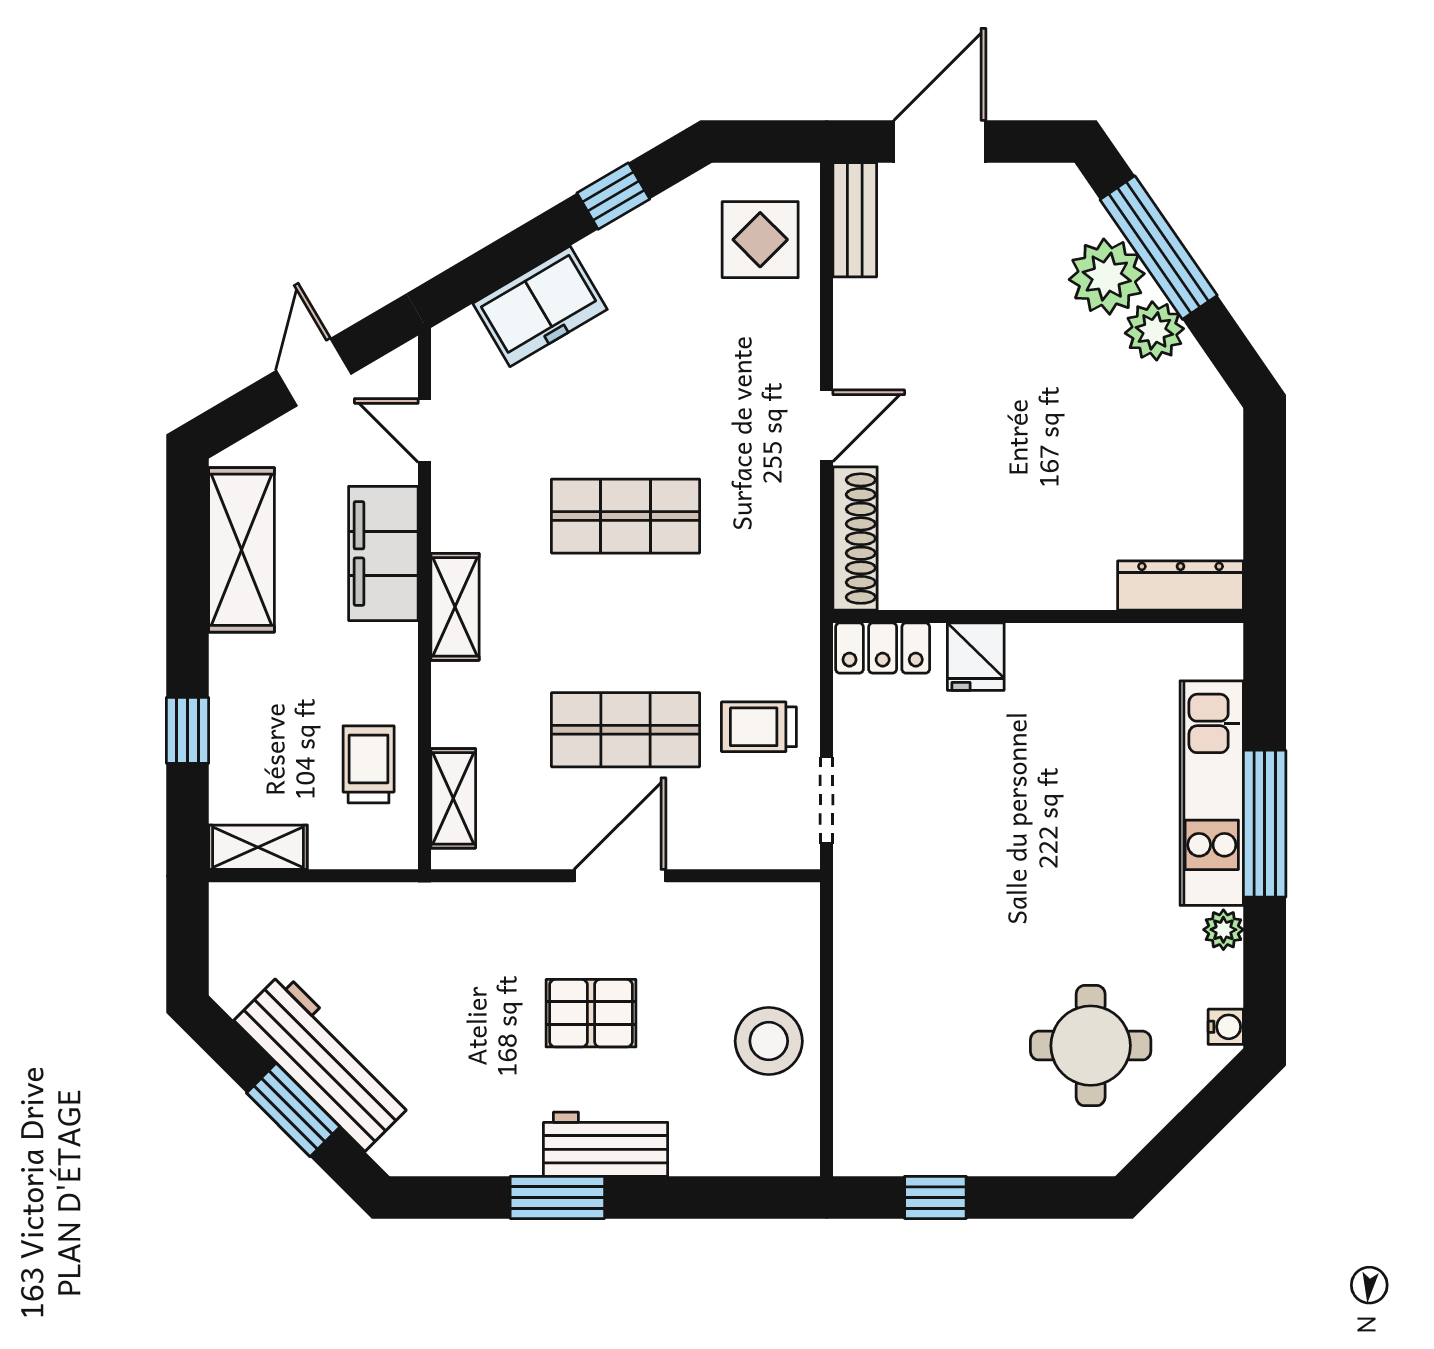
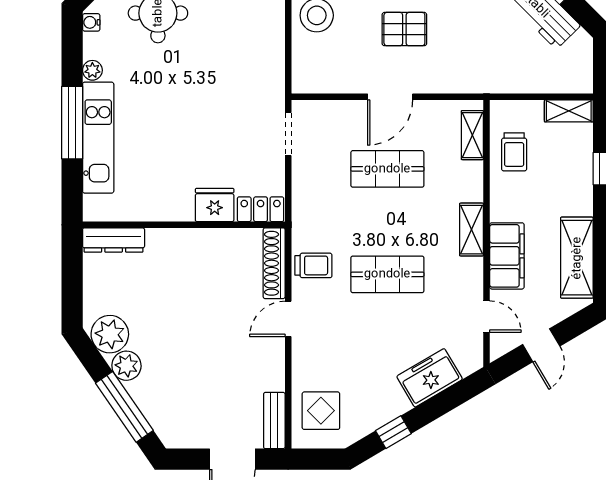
plant: (1107, 277) -> (110, 334), moved
fridge: (976, 657) -> (215, 205), width x1.38
trolley: (759, 727) -> (313, 265), moved

